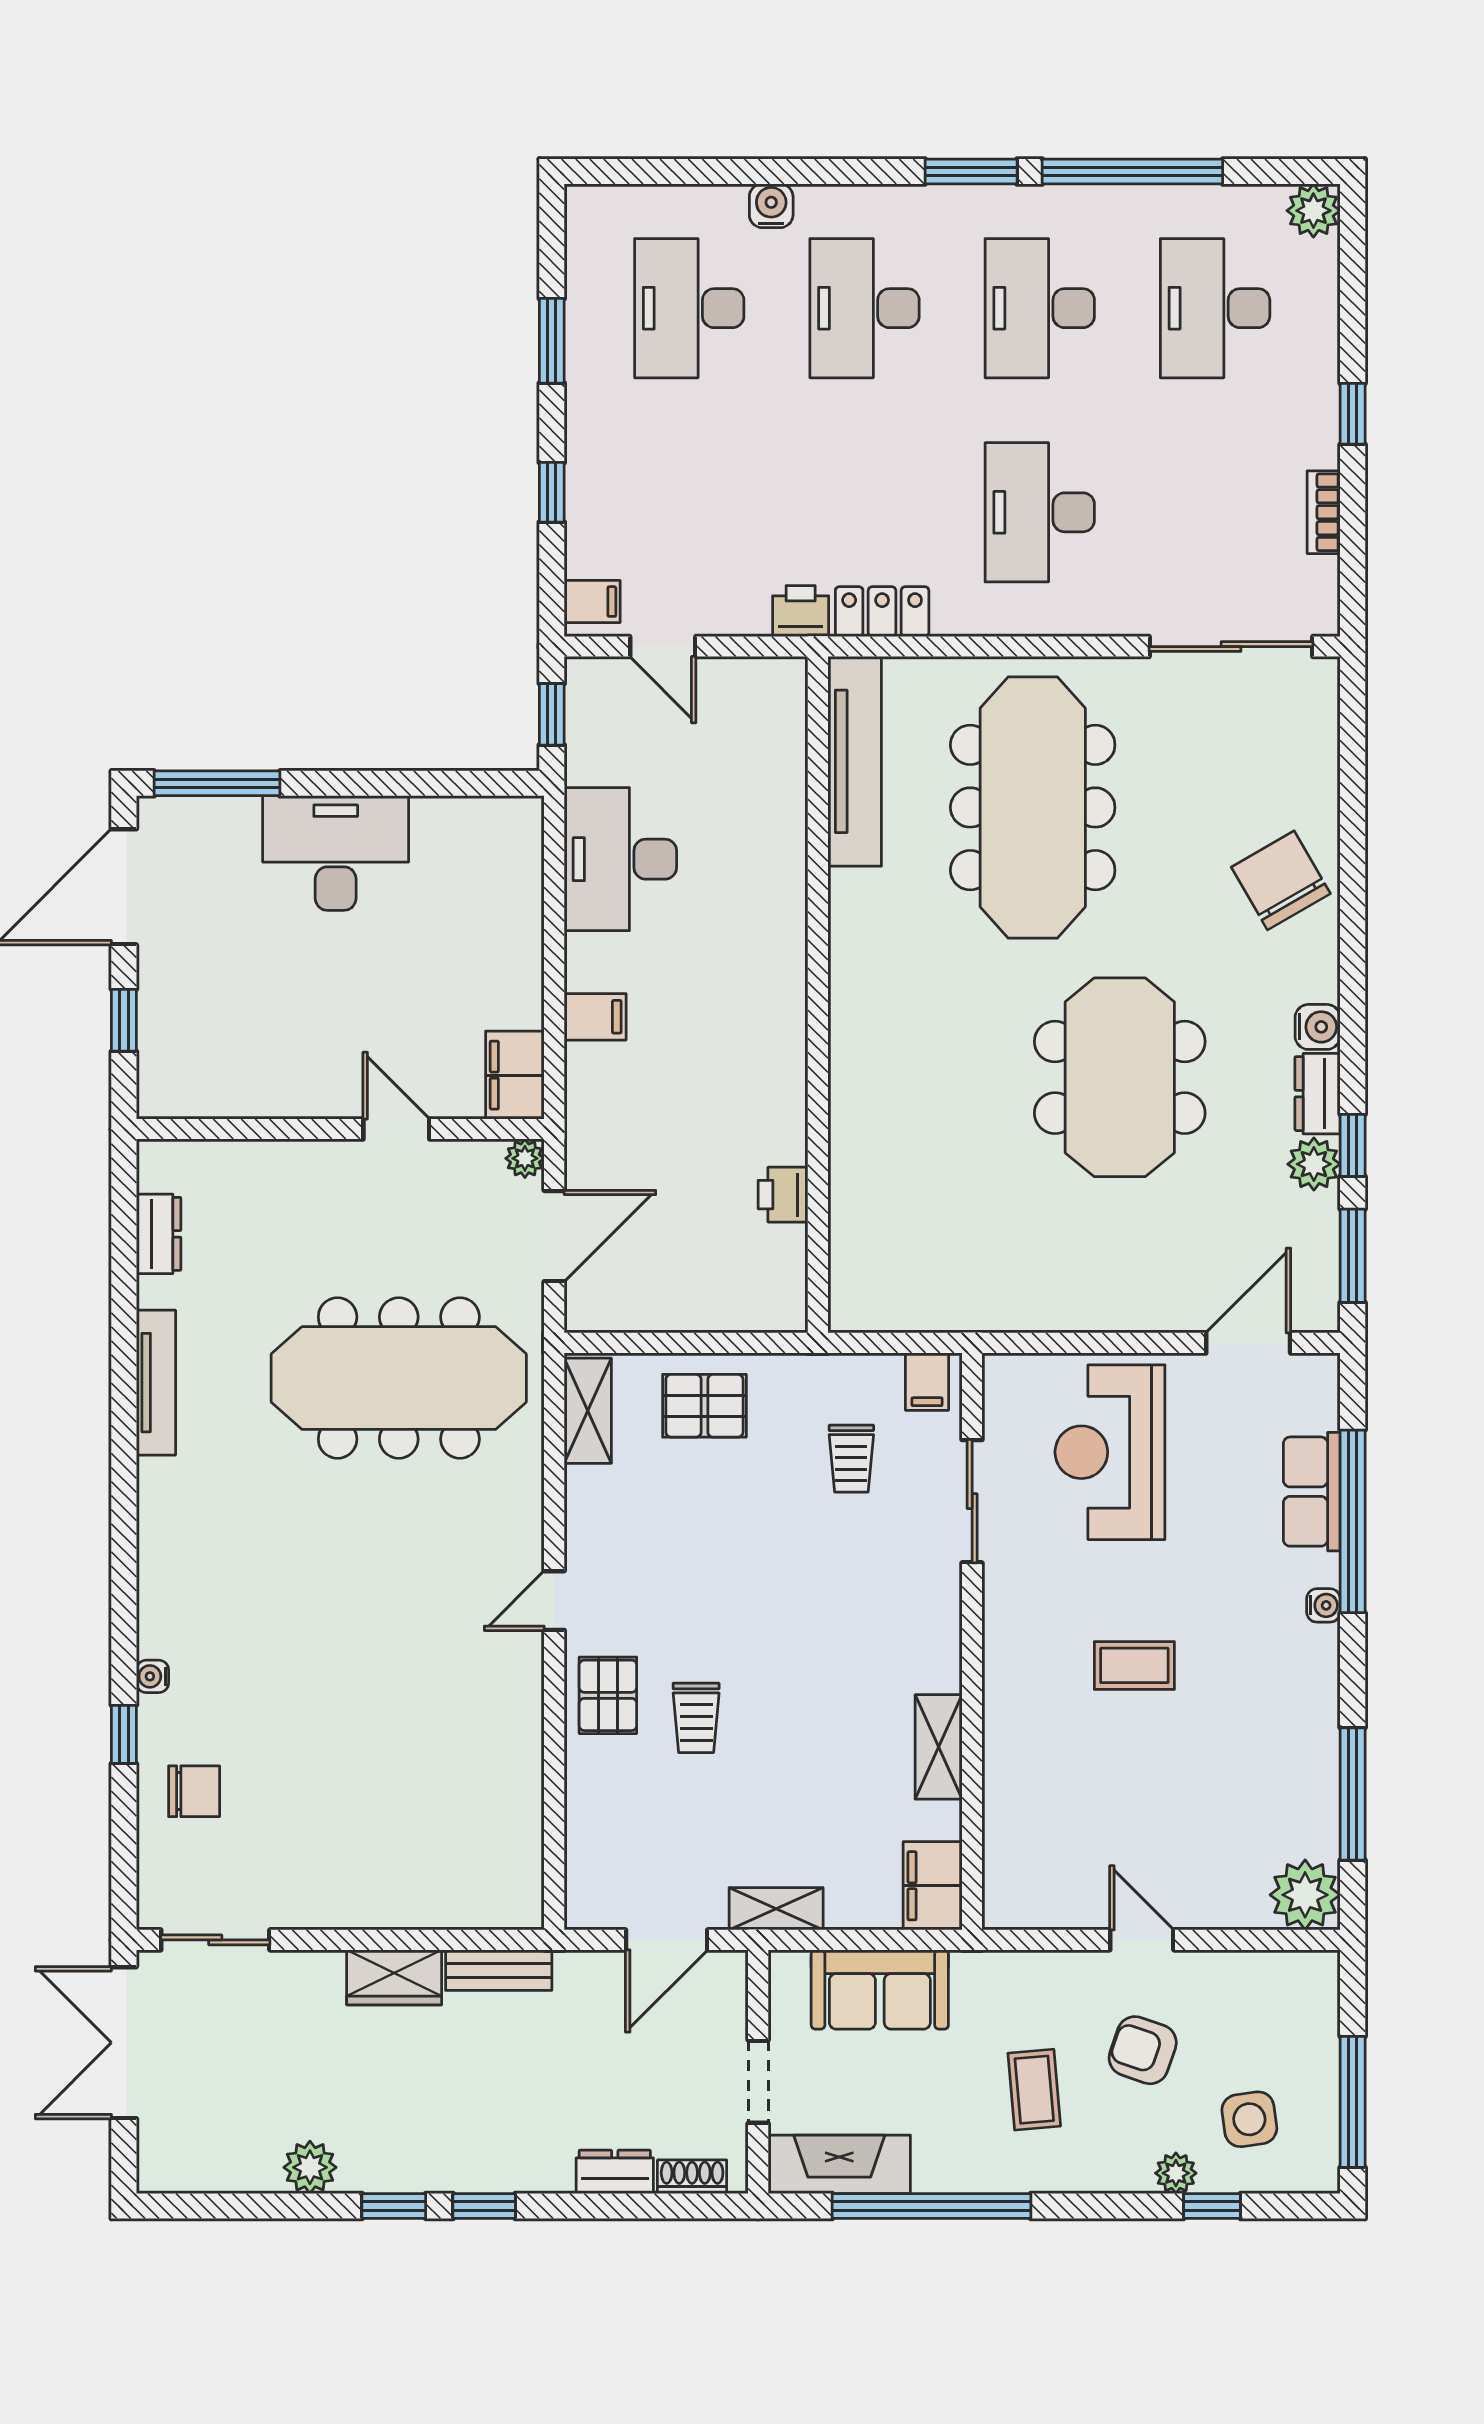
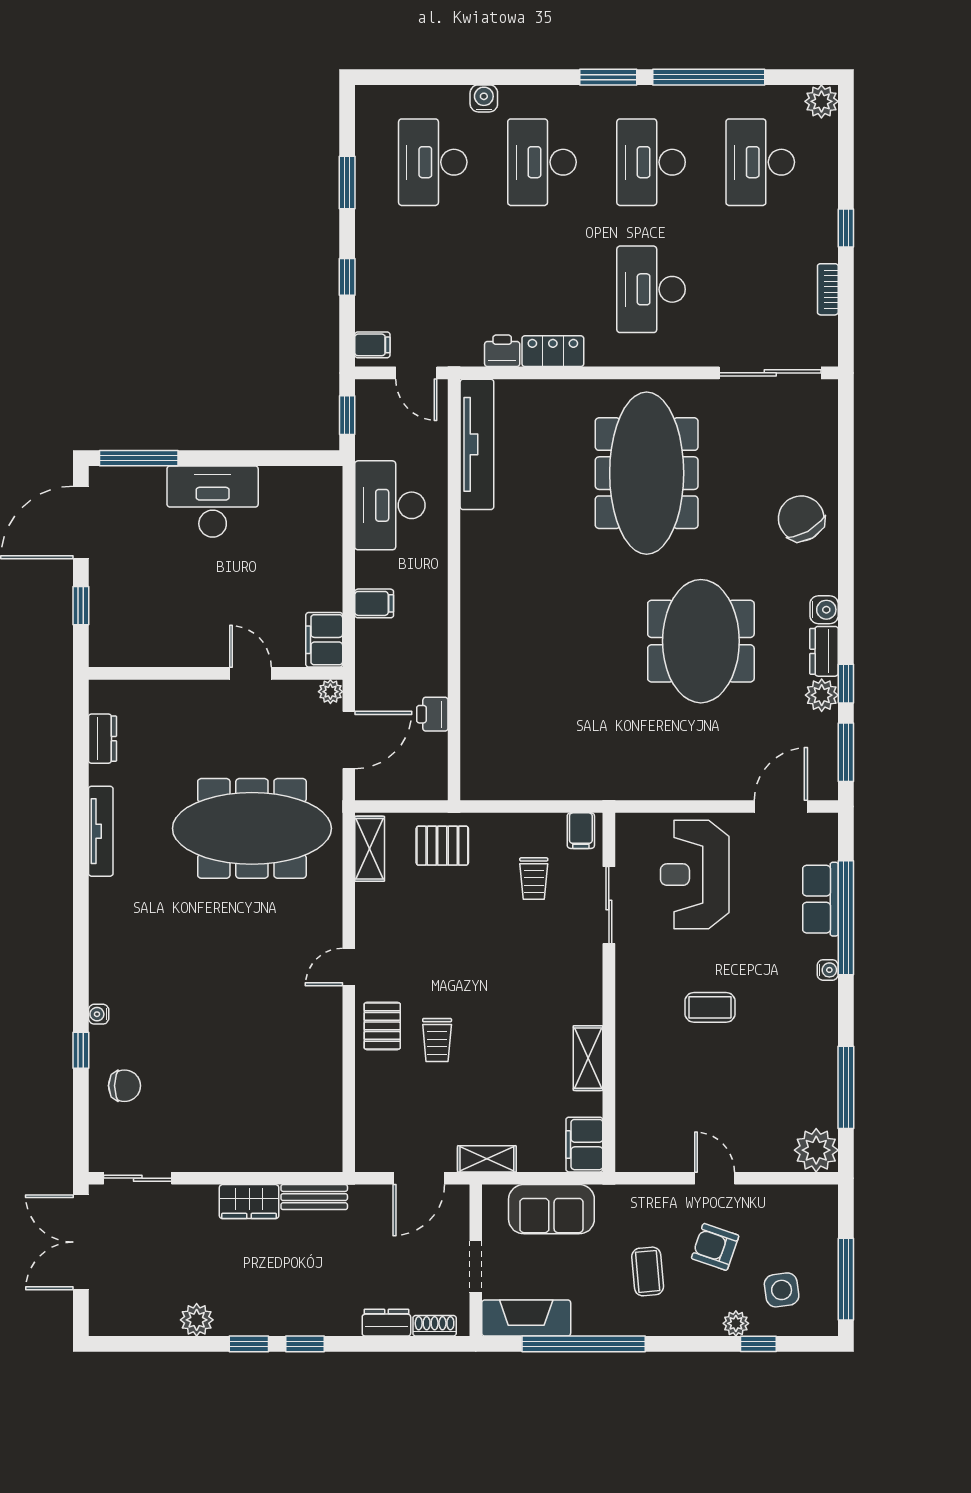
tv unit: (855, 761) -> (477, 444), moved
wall: (818, 995) -> (454, 590), moved
printer: (783, 1195) -> (432, 714), moved

